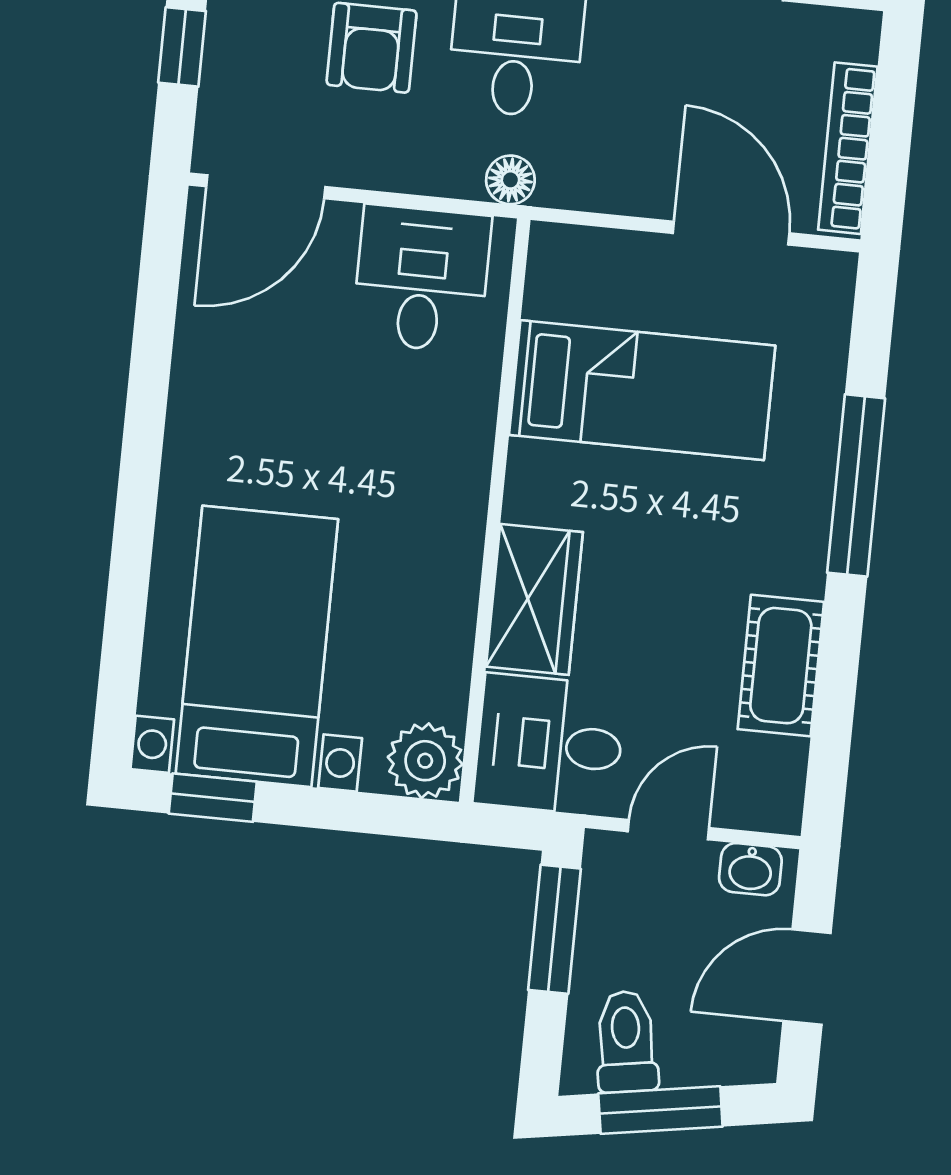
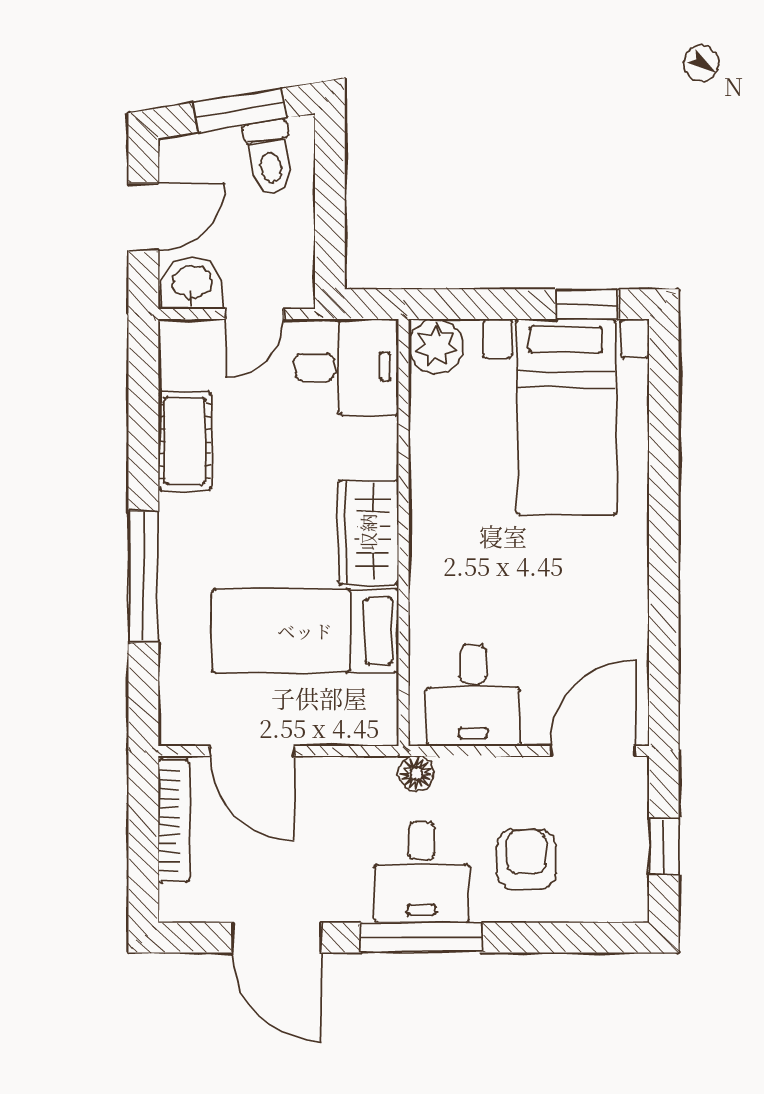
wardrobe: (534, 599) -> (368, 532), moved
washbasin: (750, 869) -> (192, 283), width x1.38, depth x1.45
window: (554, 929) -> (330, 233), removed

